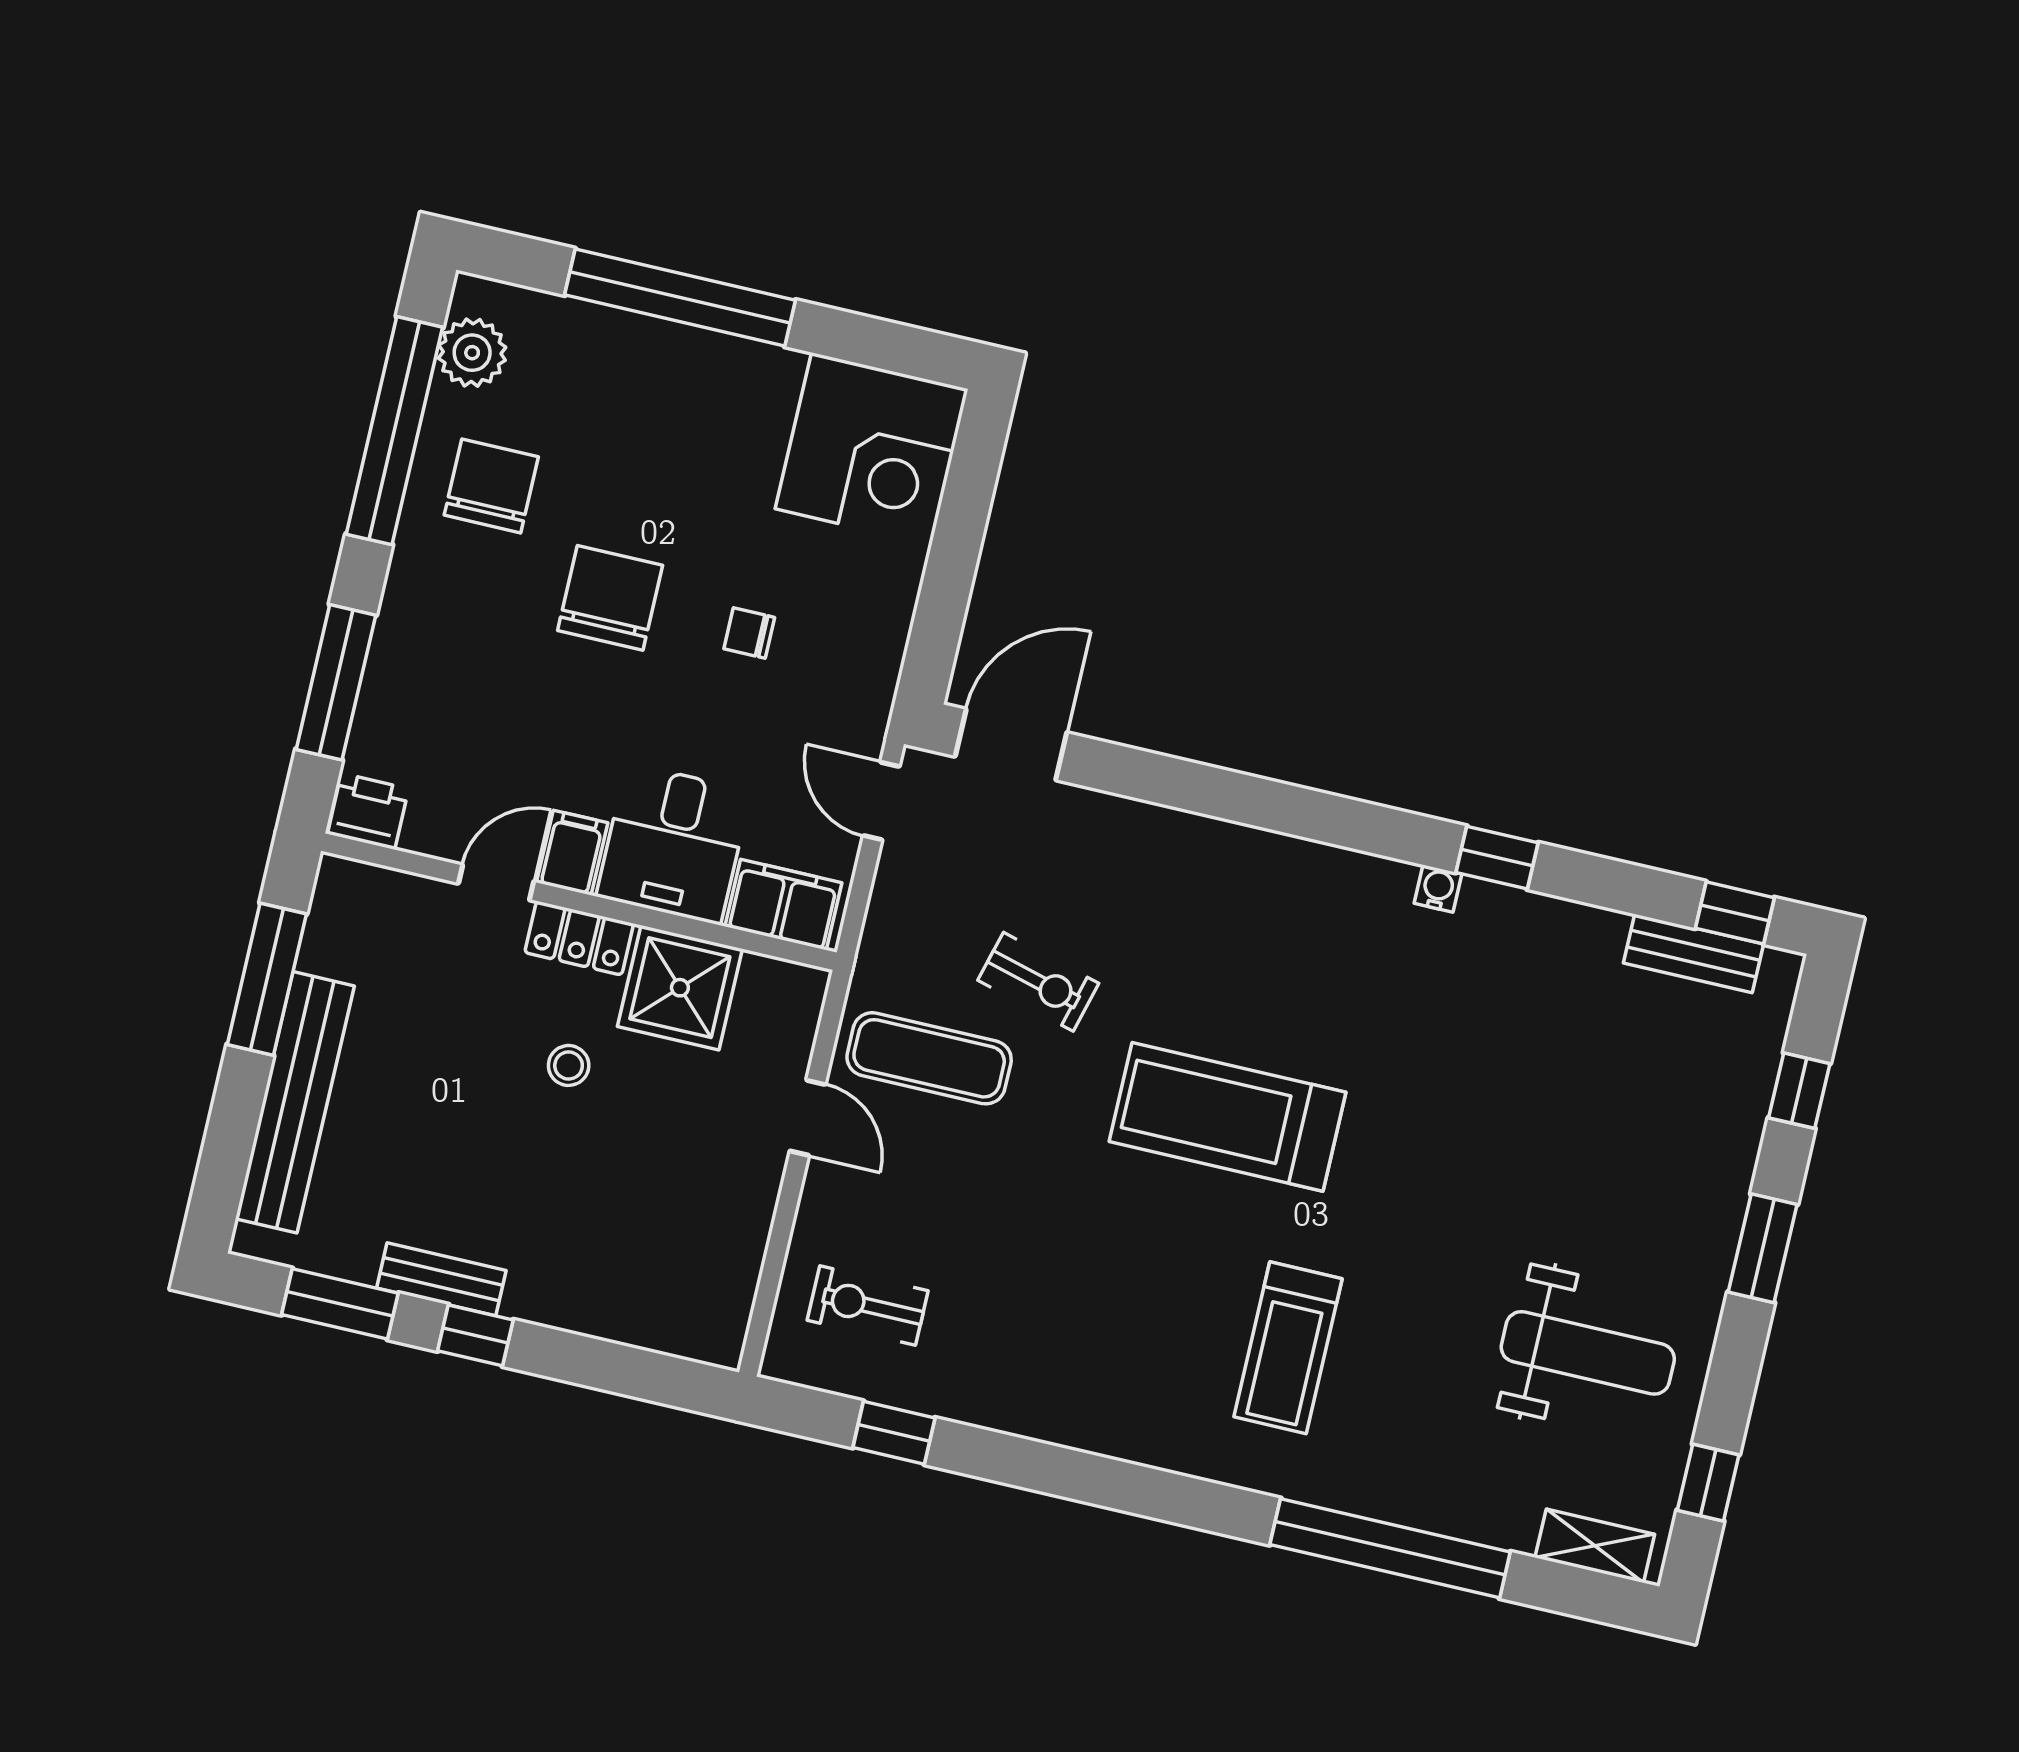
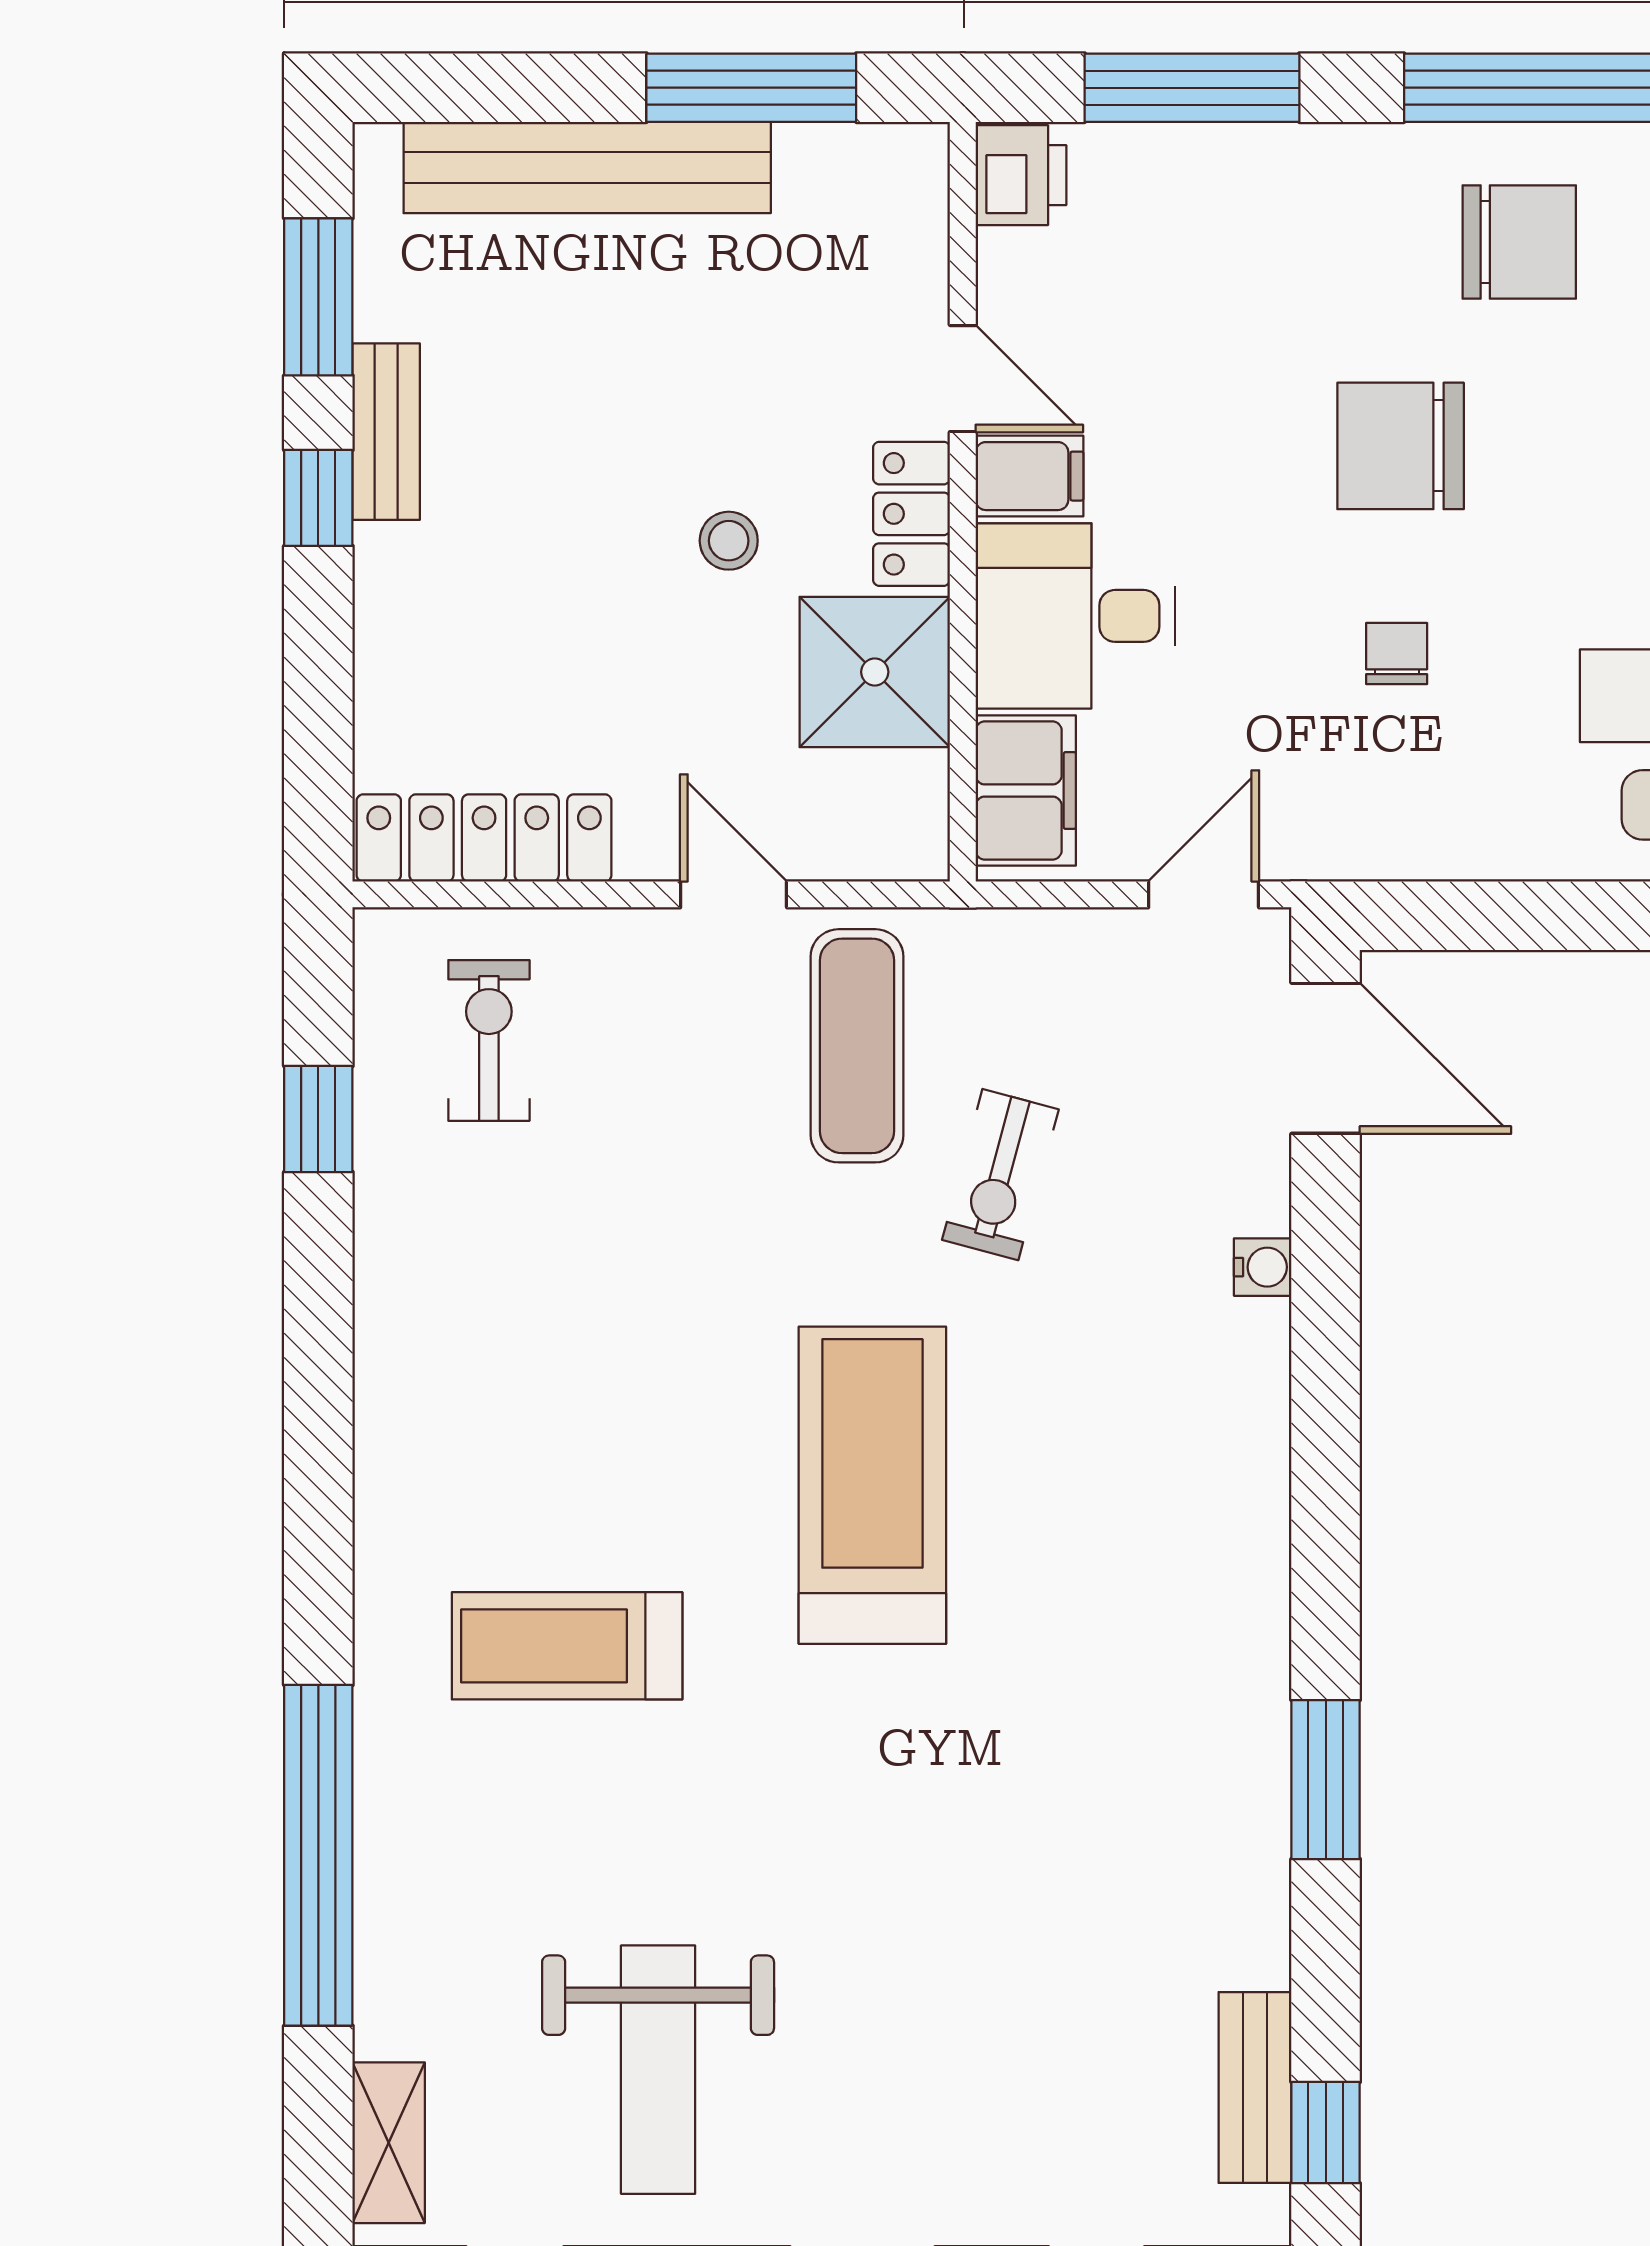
chair: (610, 598) -> (1401, 446), turned 180
window: (1497, 858) -> (1326, 1780), width x1.50
water cooler: (1438, 889) -> (1263, 1267), moved
door: (808, 1118) -> (734, 894), swing flipped
locker: (731, 1277) -> (484, 838), added

